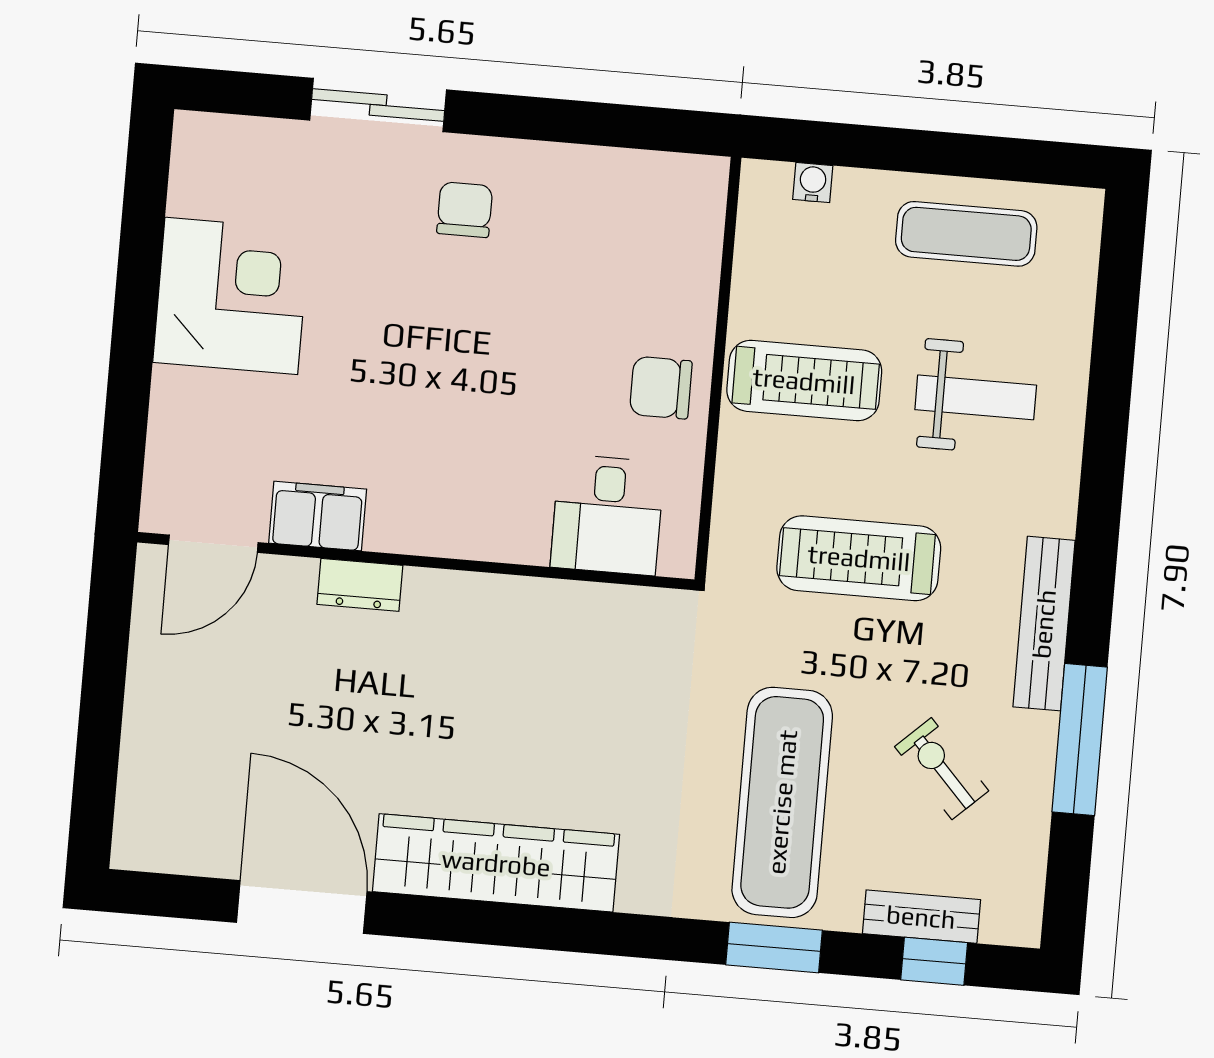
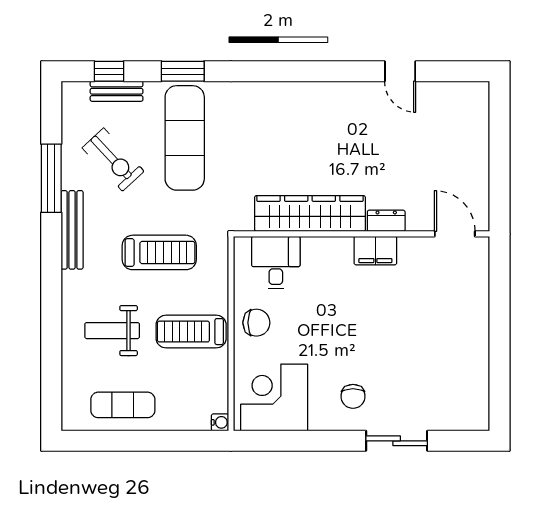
water cooler: (813, 183) -> (220, 422), moved, turned -90
corner desk: (231, 296) -> (274, 397), moved, turned 90
filing cabinet: (318, 516) -> (375, 251), moved
door: (213, 544) -> (455, 234), hinge flipped
exercise bike: (942, 769) -> (113, 160), width x1.38, depth x1.39
wardrobe: (496, 863) -> (310, 213), moved, turned 180
door: (302, 907) -> (400, 71), width x0.53

